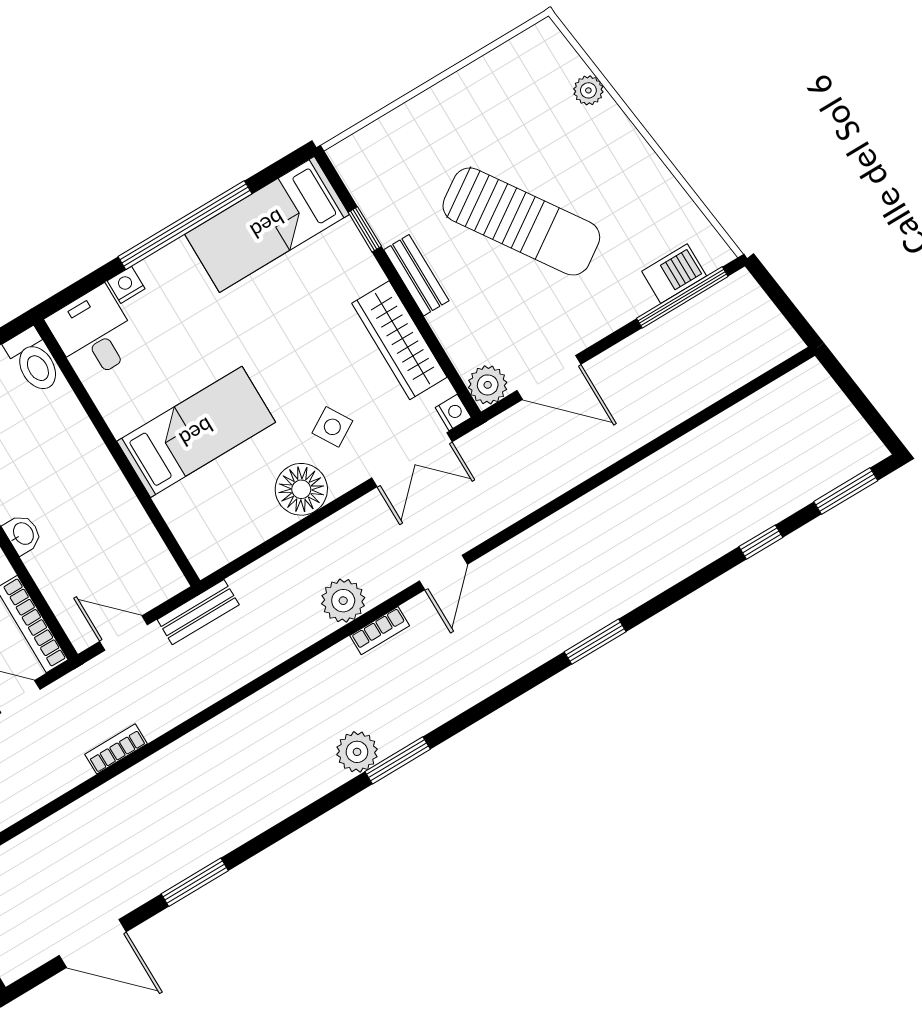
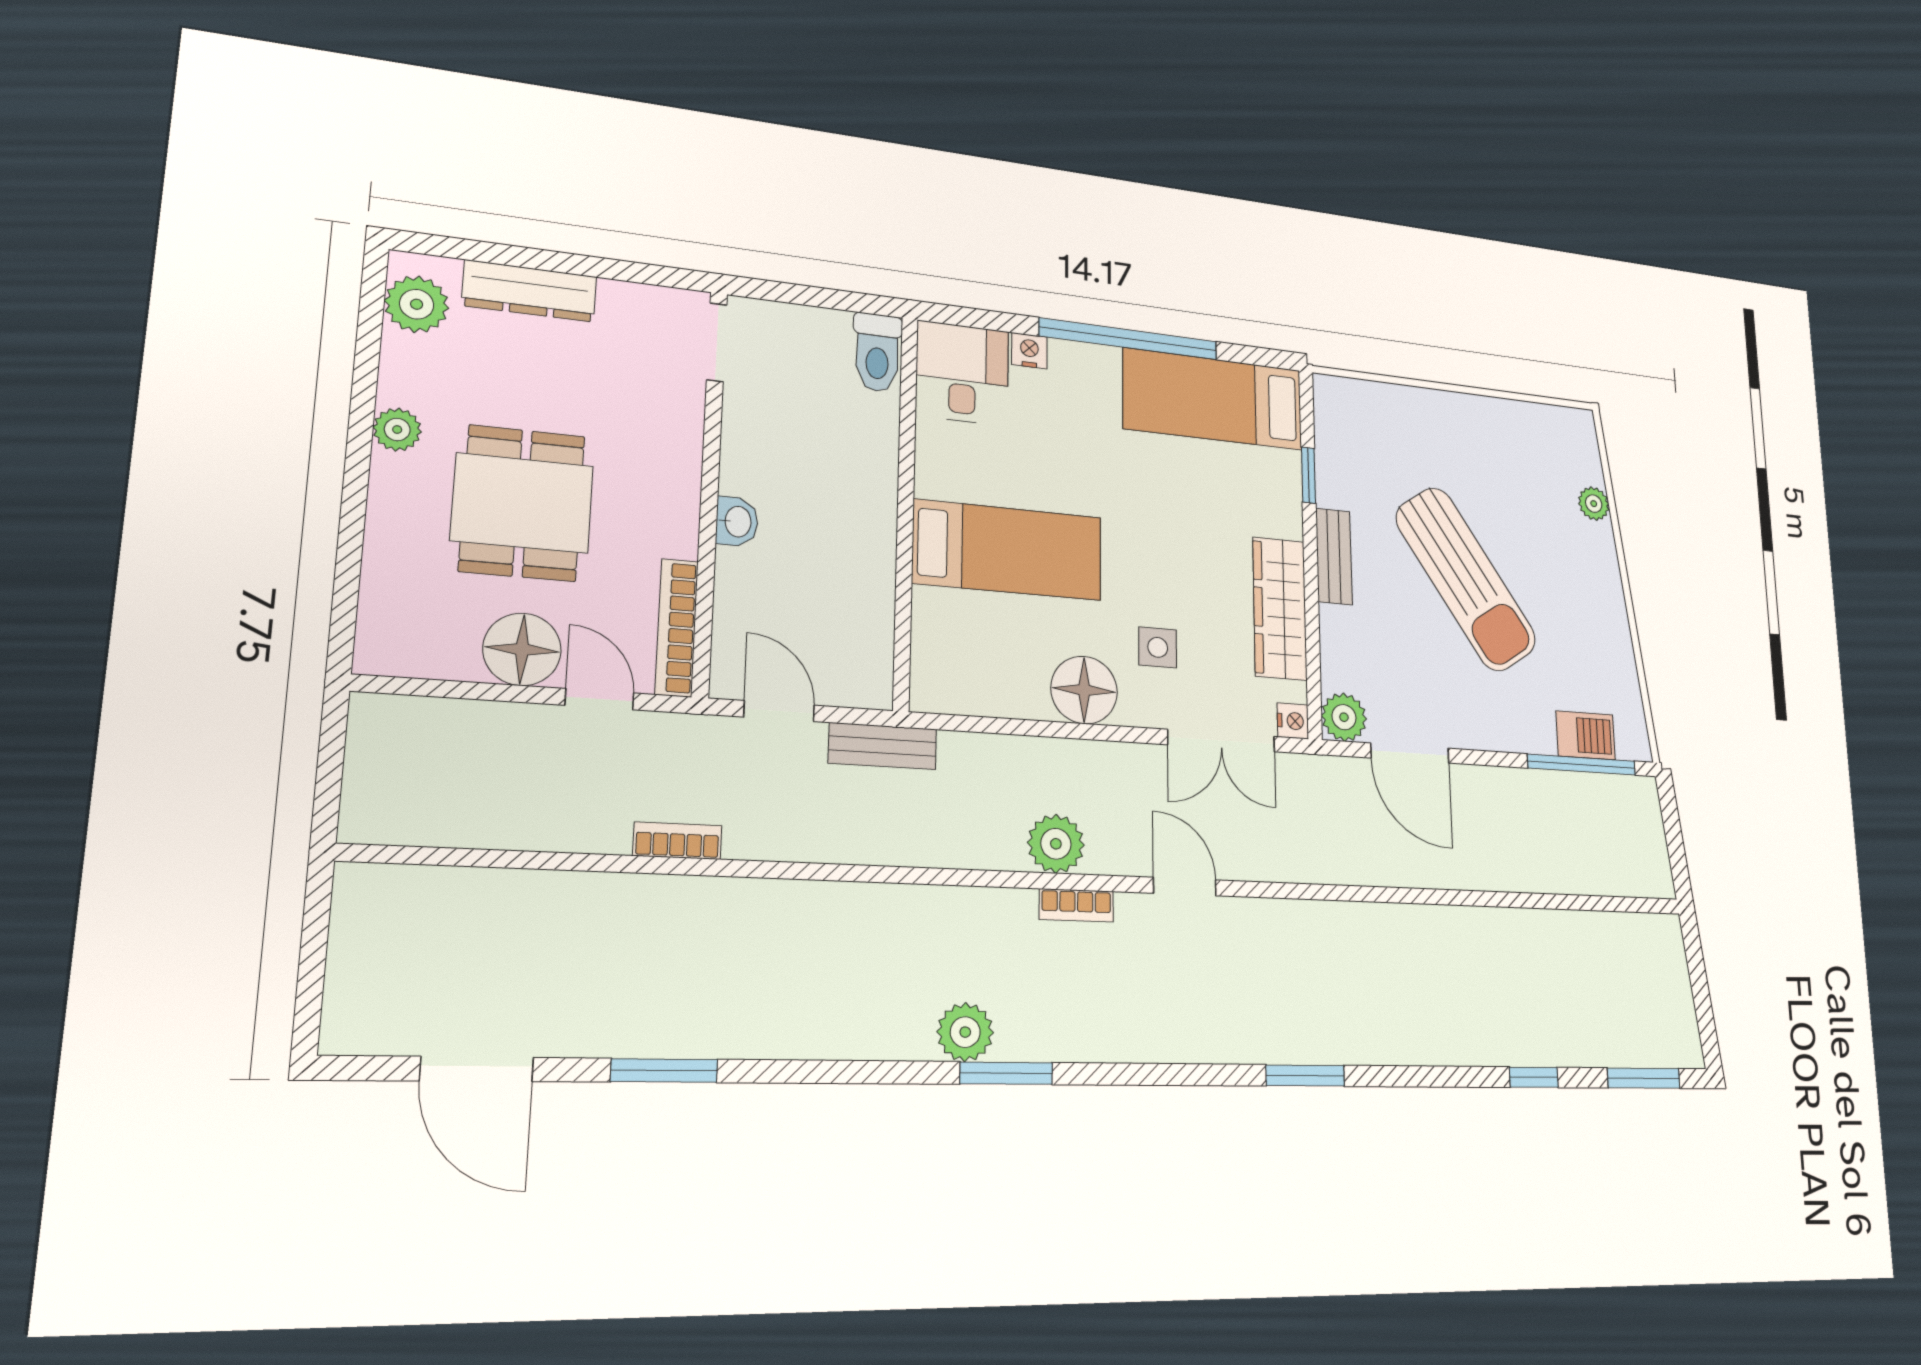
side table: (332, 427) -> (1158, 647), turned 31
door: (443, 573) -> (1185, 887), swing flipped

